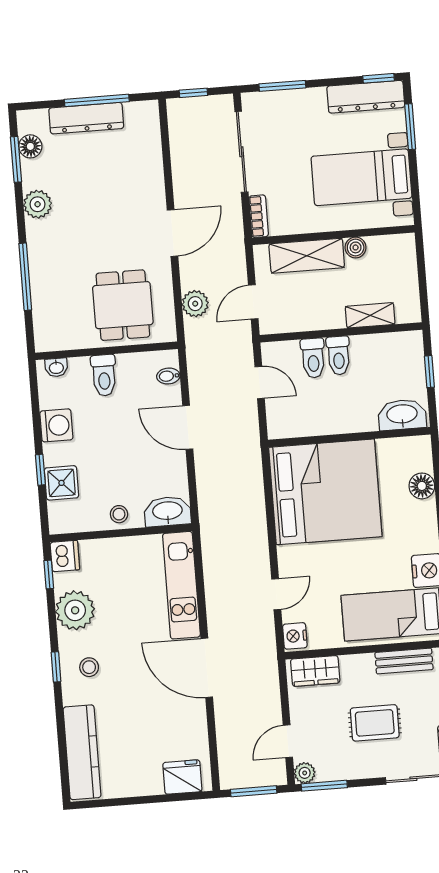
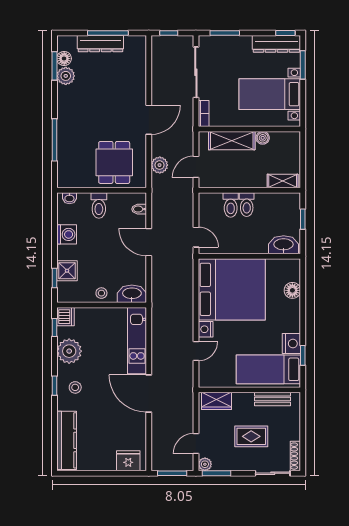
plant: (38, 204) -> (66, 76), moved
shelving: (370, 315) -> (283, 181), moved
door: (260, 383) -> (196, 237), moved
window: (40, 470) -> (54, 278), moved
nightstand: (295, 636) -> (206, 329), moved

